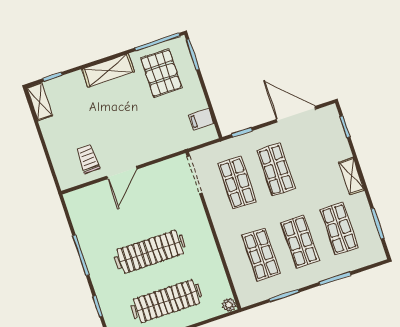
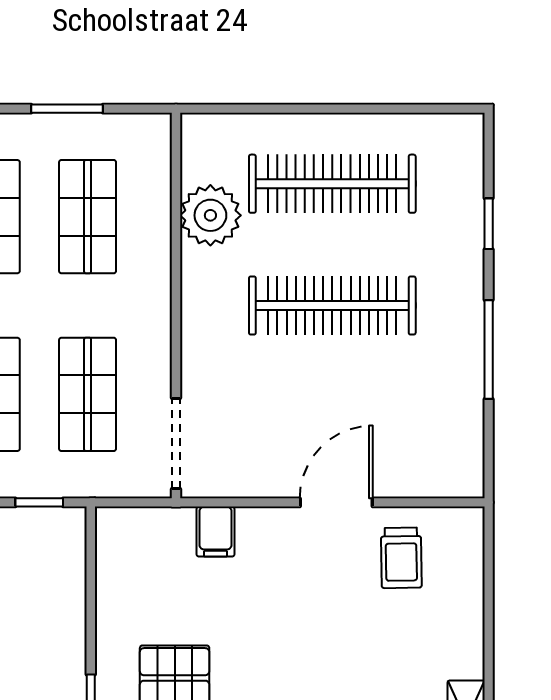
filing cabinet: (201, 119) -> (216, 532), moved, turned 90
plant: (229, 305) -> (210, 215), moved, width x1.88, depth x1.88

